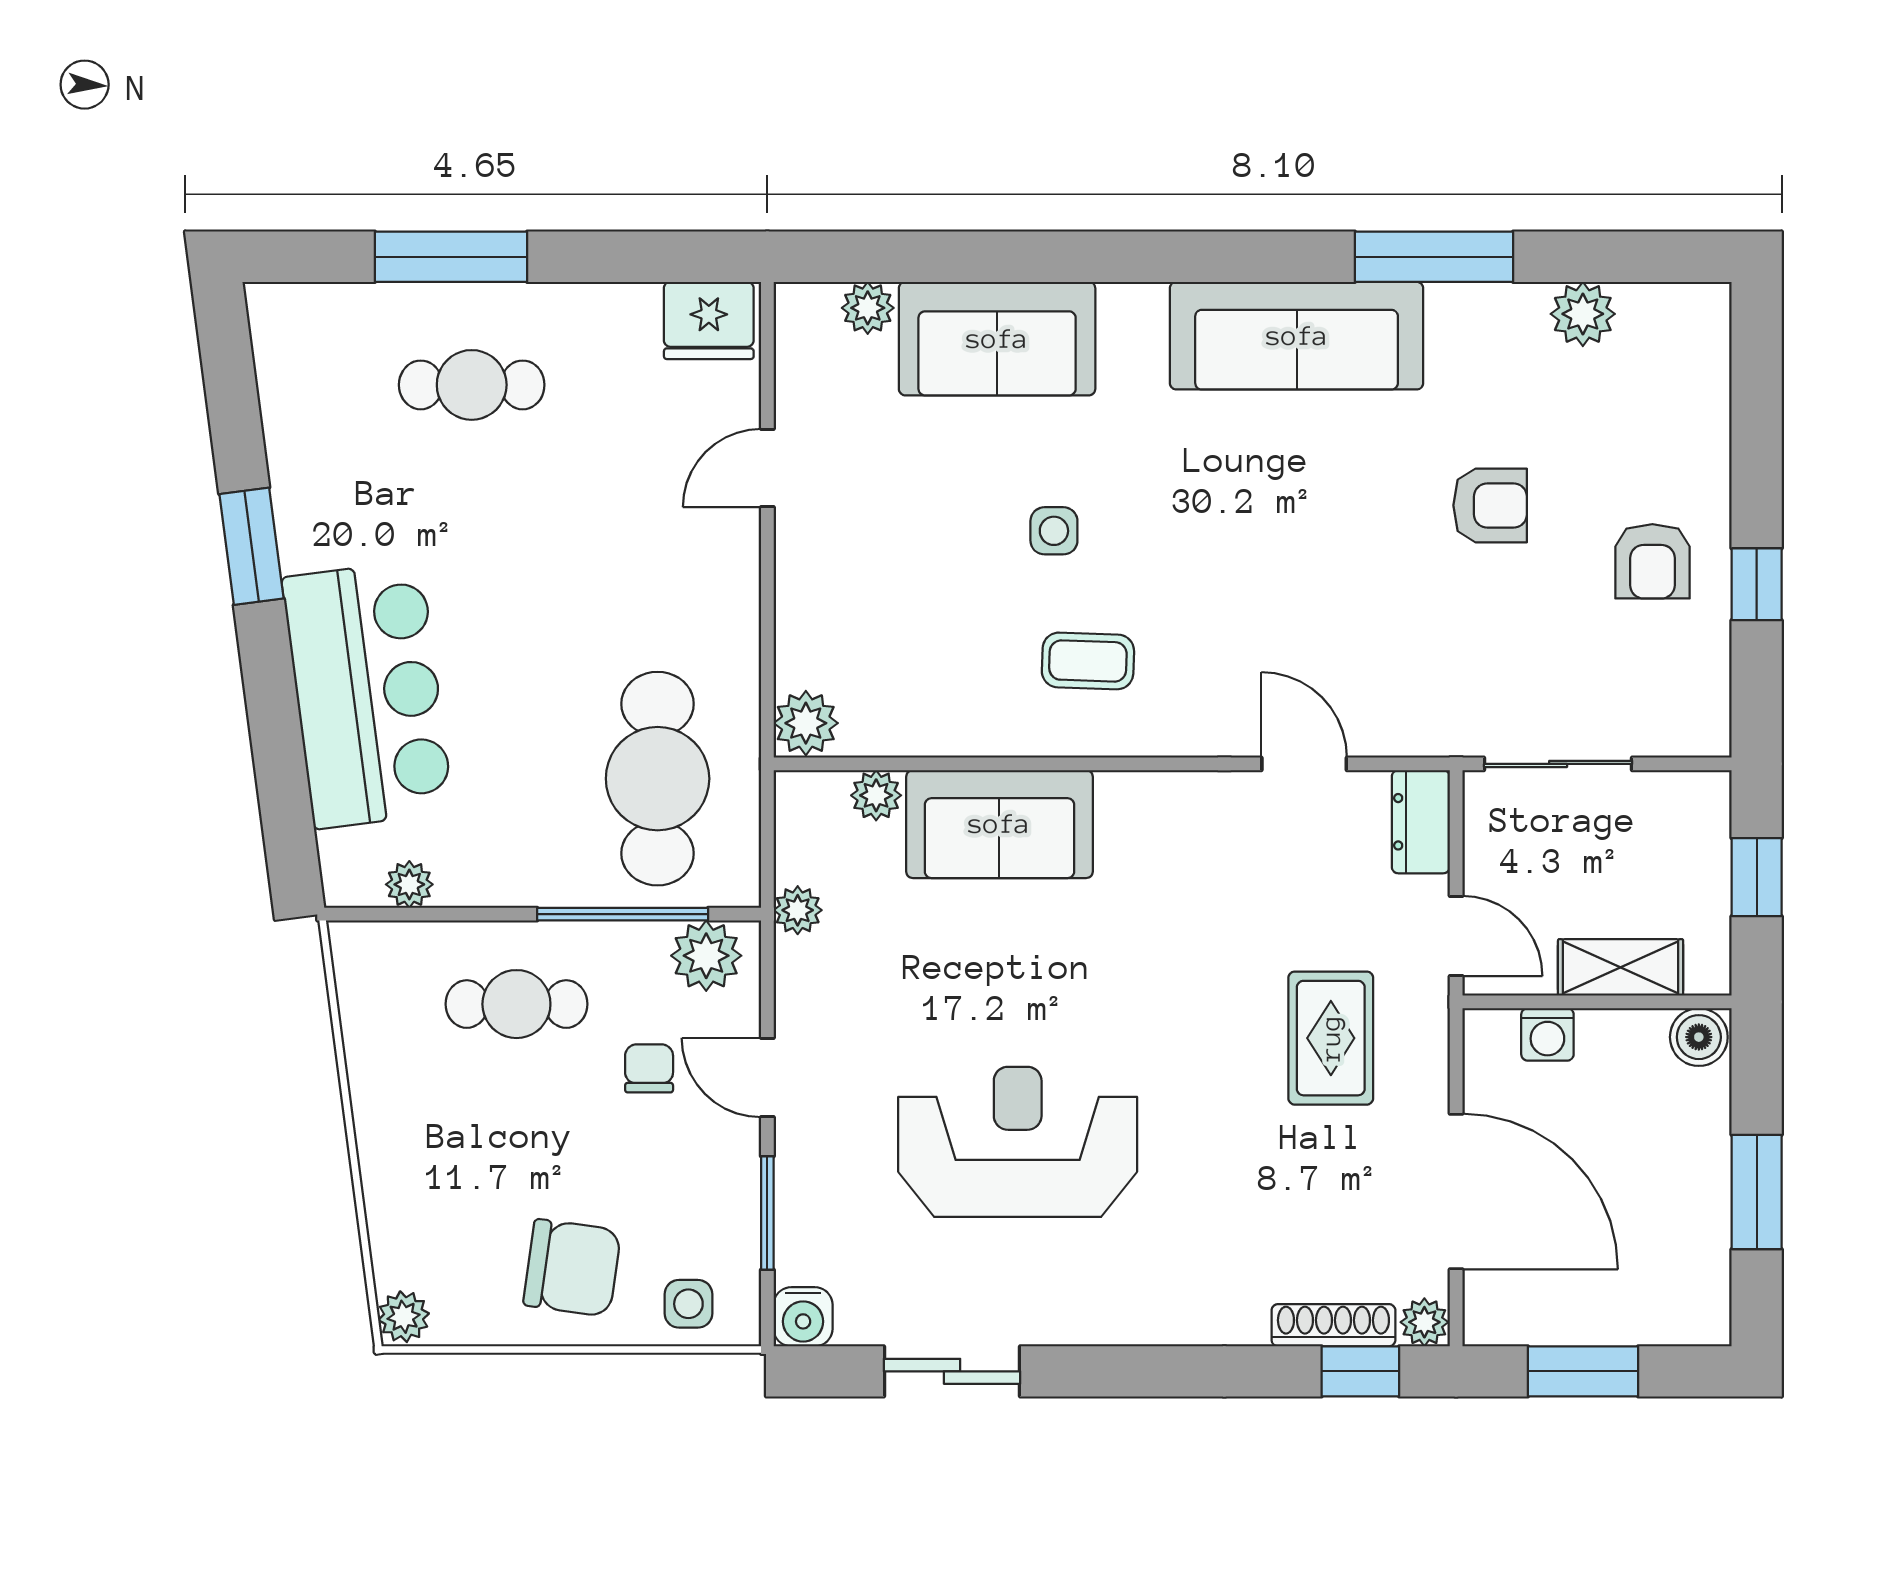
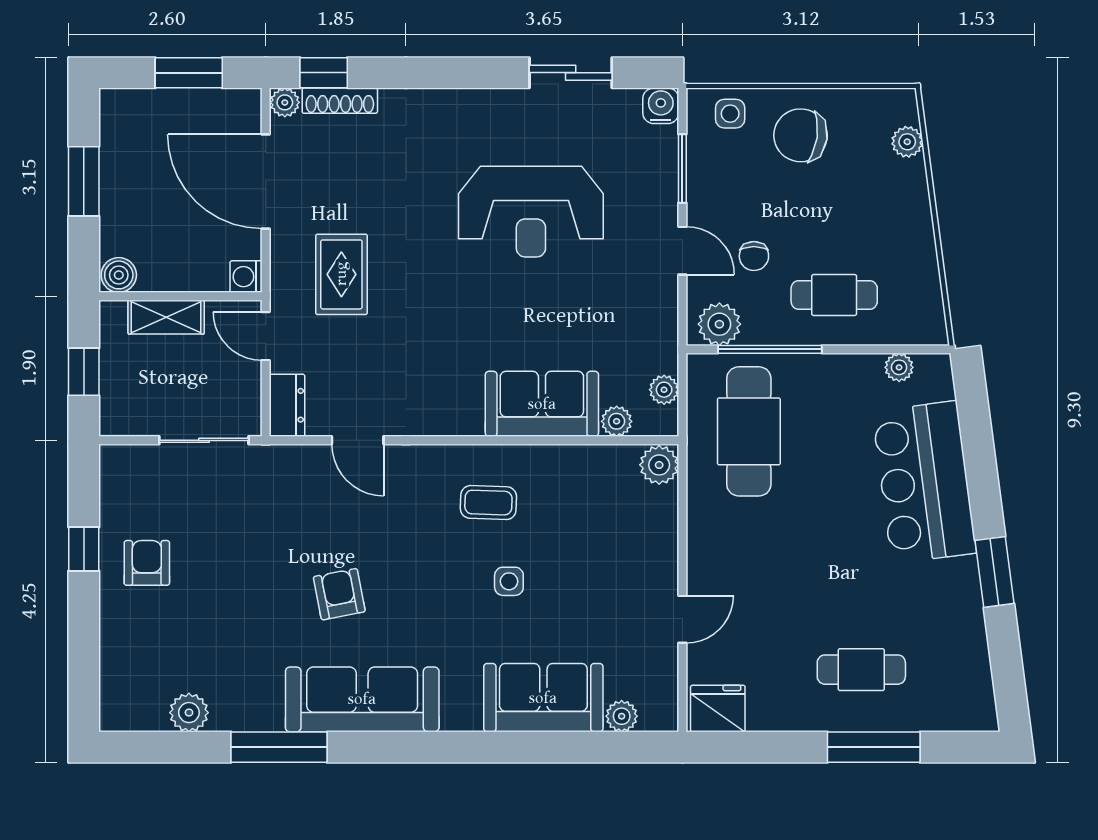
armchair: (1490, 505) -> (339, 594), moved, turned 79
plant: (798, 910) -> (664, 390), moved
washing machine: (1547, 1034) -> (246, 277), moved, turned -90
plant: (404, 1317) -> (907, 142), moved

